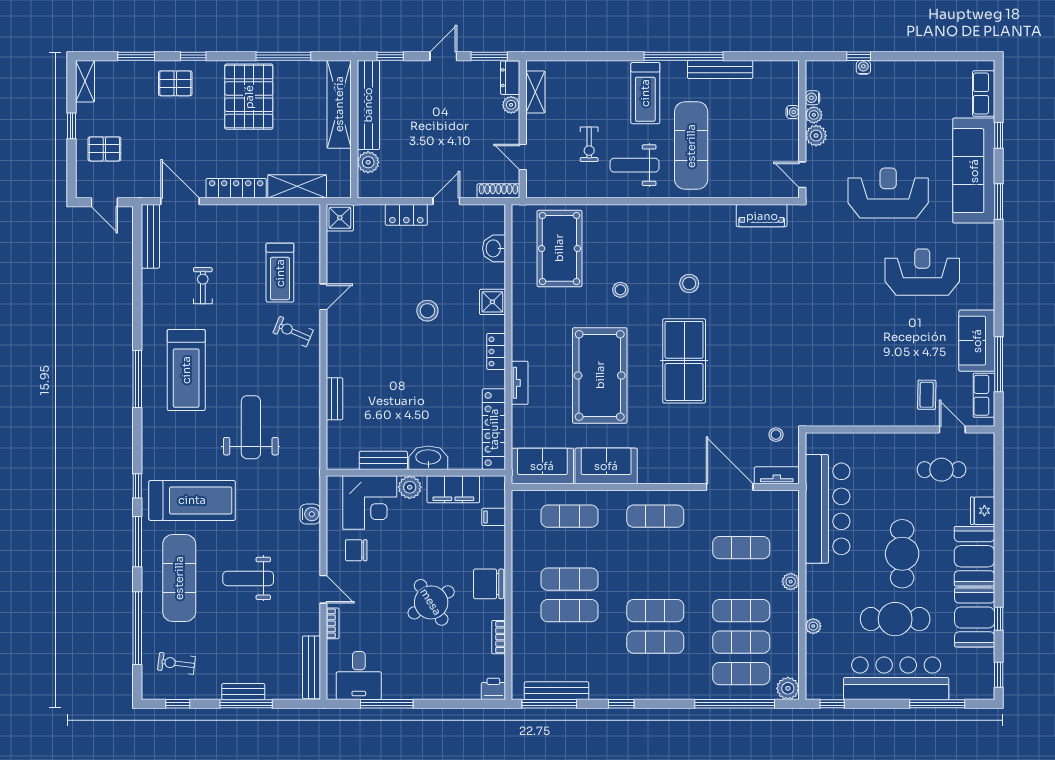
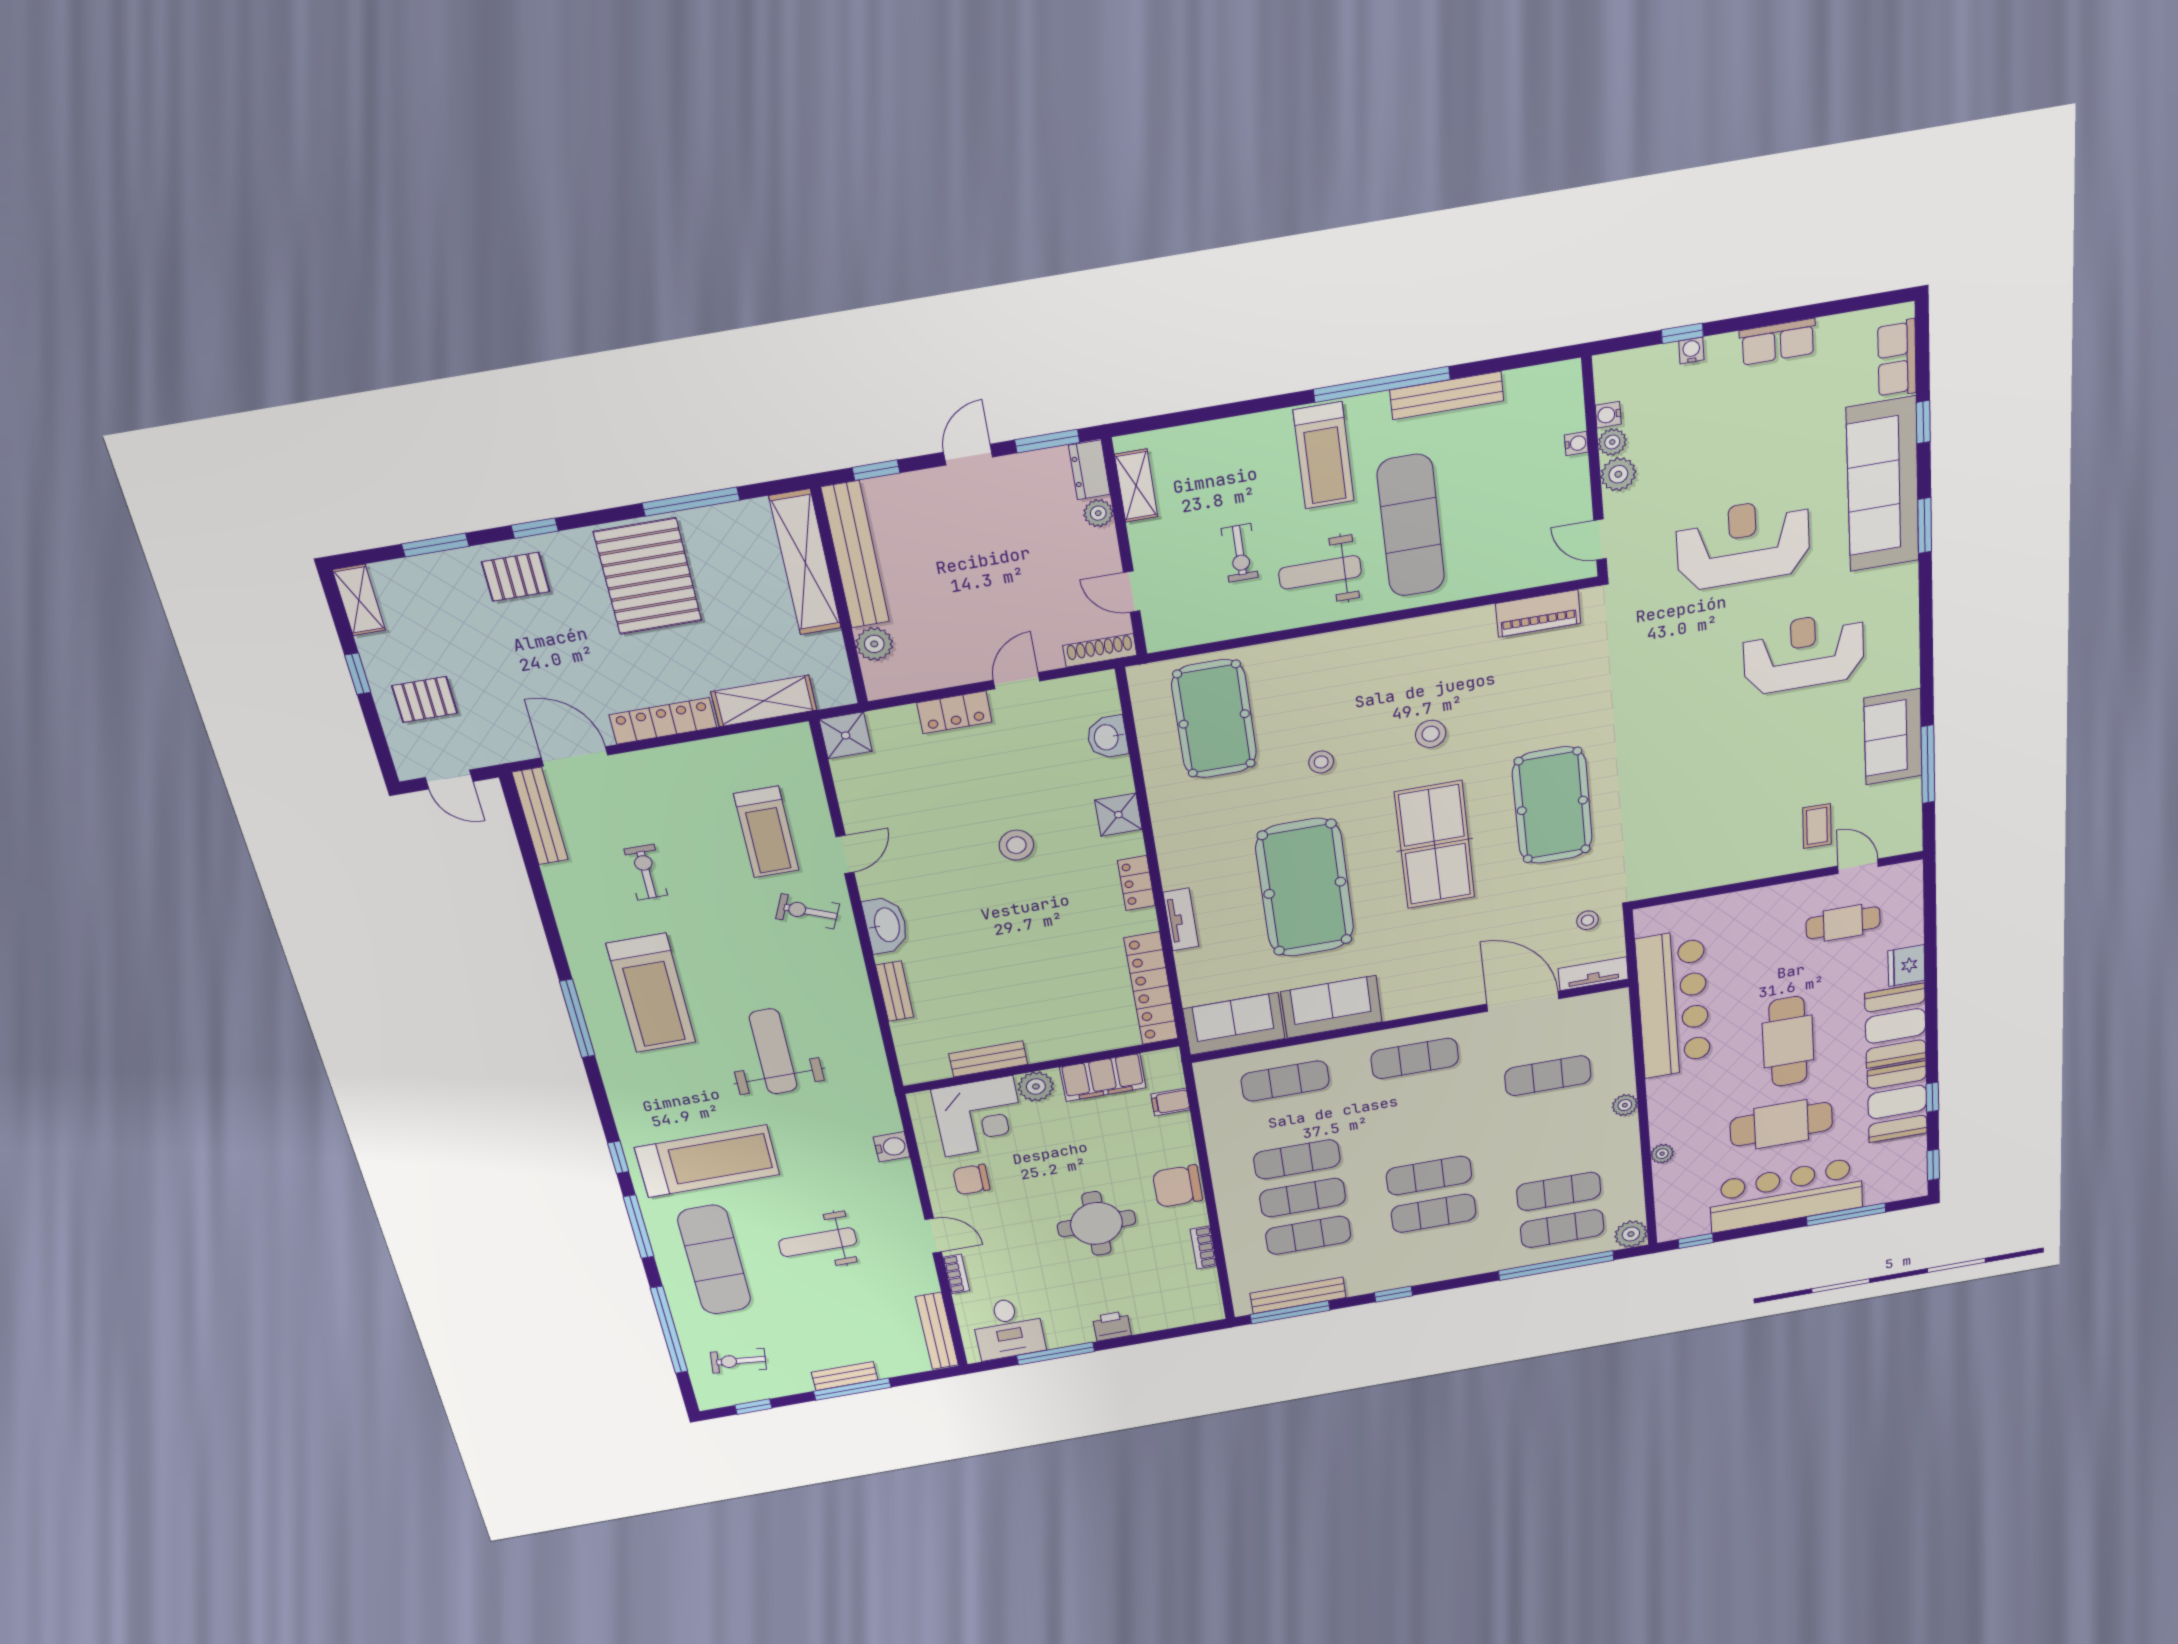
pool table: (760, 347) -> (1552, 805), added
row of seats: (984, 395) -> (1778, 342), moved, turned -90
washbasin: (428, 458) -> (886, 925), moved, turned 90
round table: (431, 602) -> (1096, 1223), turned 32
exercise mat: (741, 611) -> (1308, 1235), moved
printer: (493, 689) -> (1112, 1326), moved

